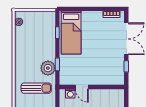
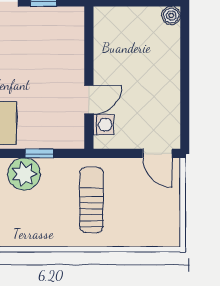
plant: (48, 68) -> (24, 174), moved

